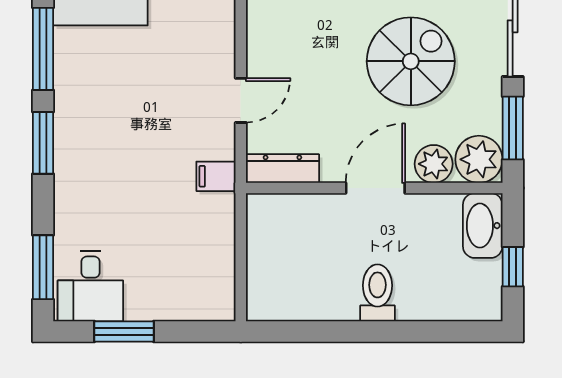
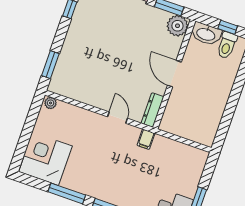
spiral stairs: (411, 61) -> (126, 40), removed
plant: (434, 164) -> (173, 46), removed
toilet: (377, 293) -> (227, 45), moved, turned -90

